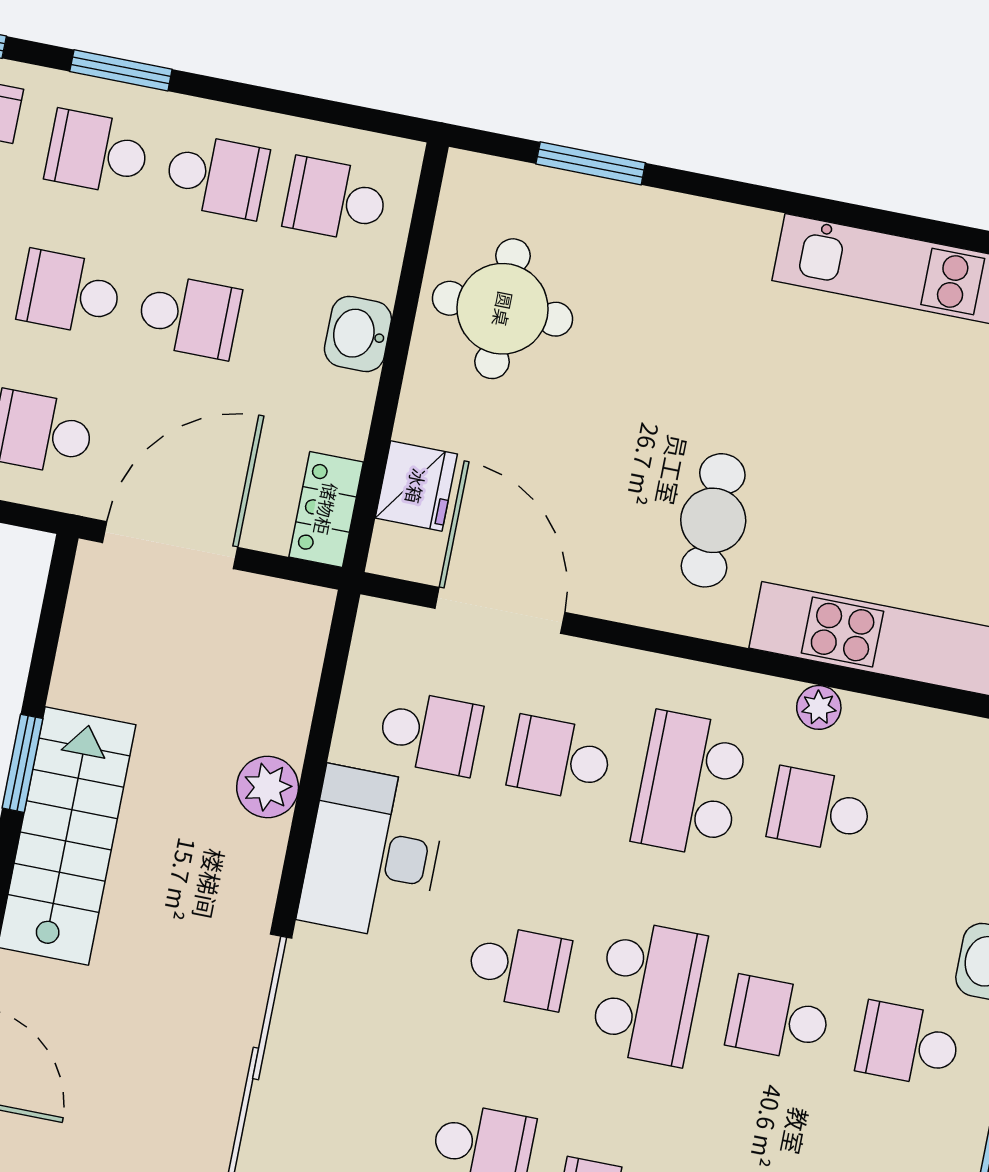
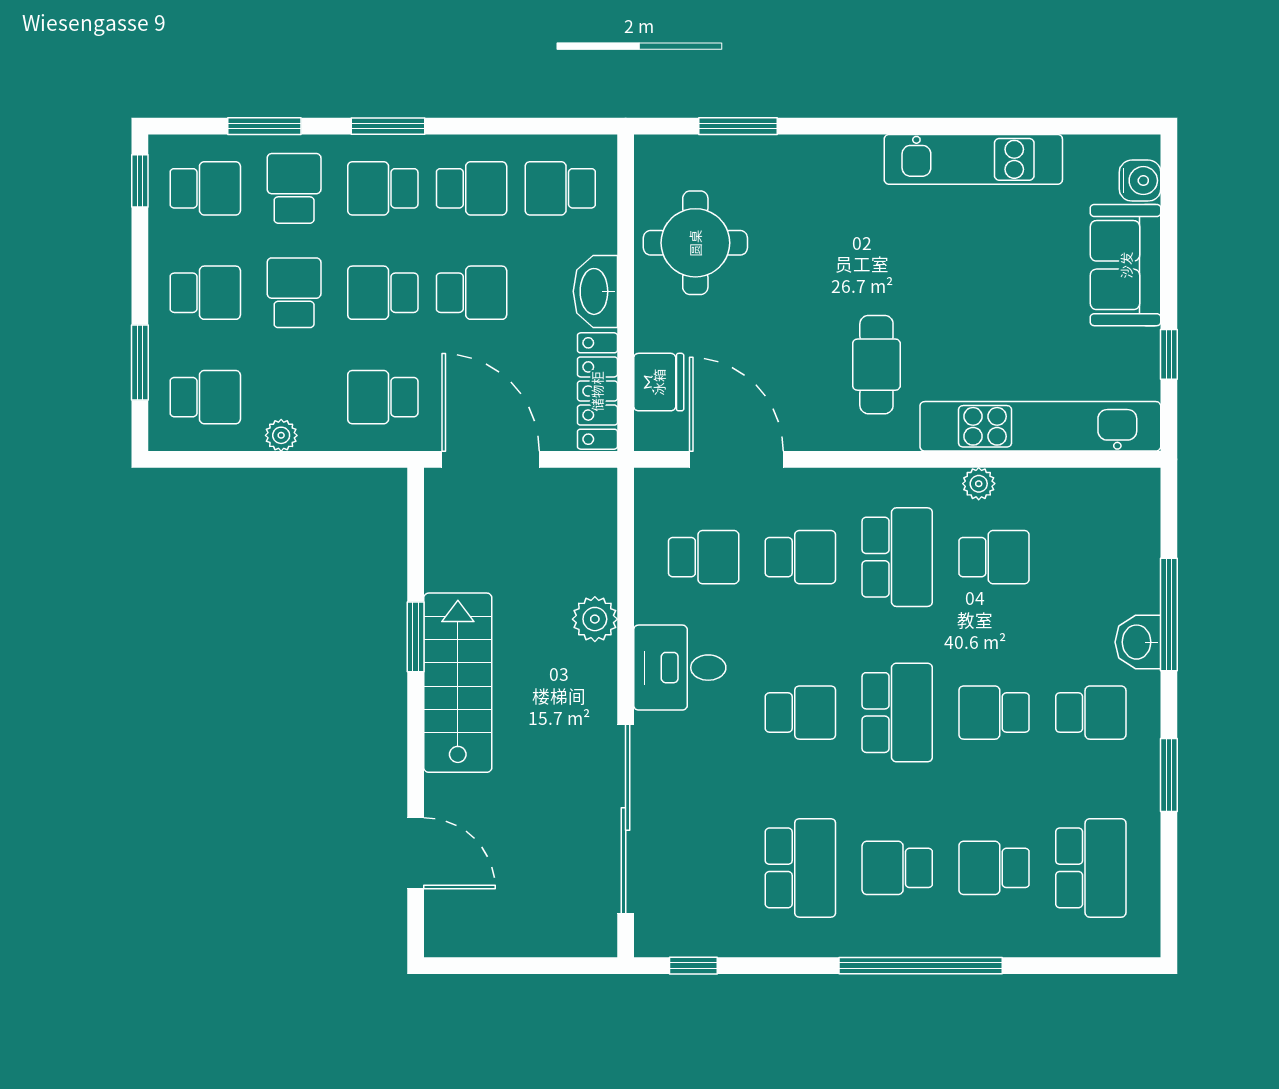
washbasin: (358, 334) -> (595, 291), width x1.38
locker: (326, 509) -> (597, 391), width x1.53
door: (170, 545) -> (491, 459), hinge flipped
school desk: (560, 759) -> (800, 557), turned 180
school desk: (690, 784) -> (897, 557), turned 180
school desk: (820, 810) -> (994, 557), turned 180
desk: (373, 853) -> (680, 668), width x0.73
school desk: (908, 1044) -> (1091, 713), turned 180

